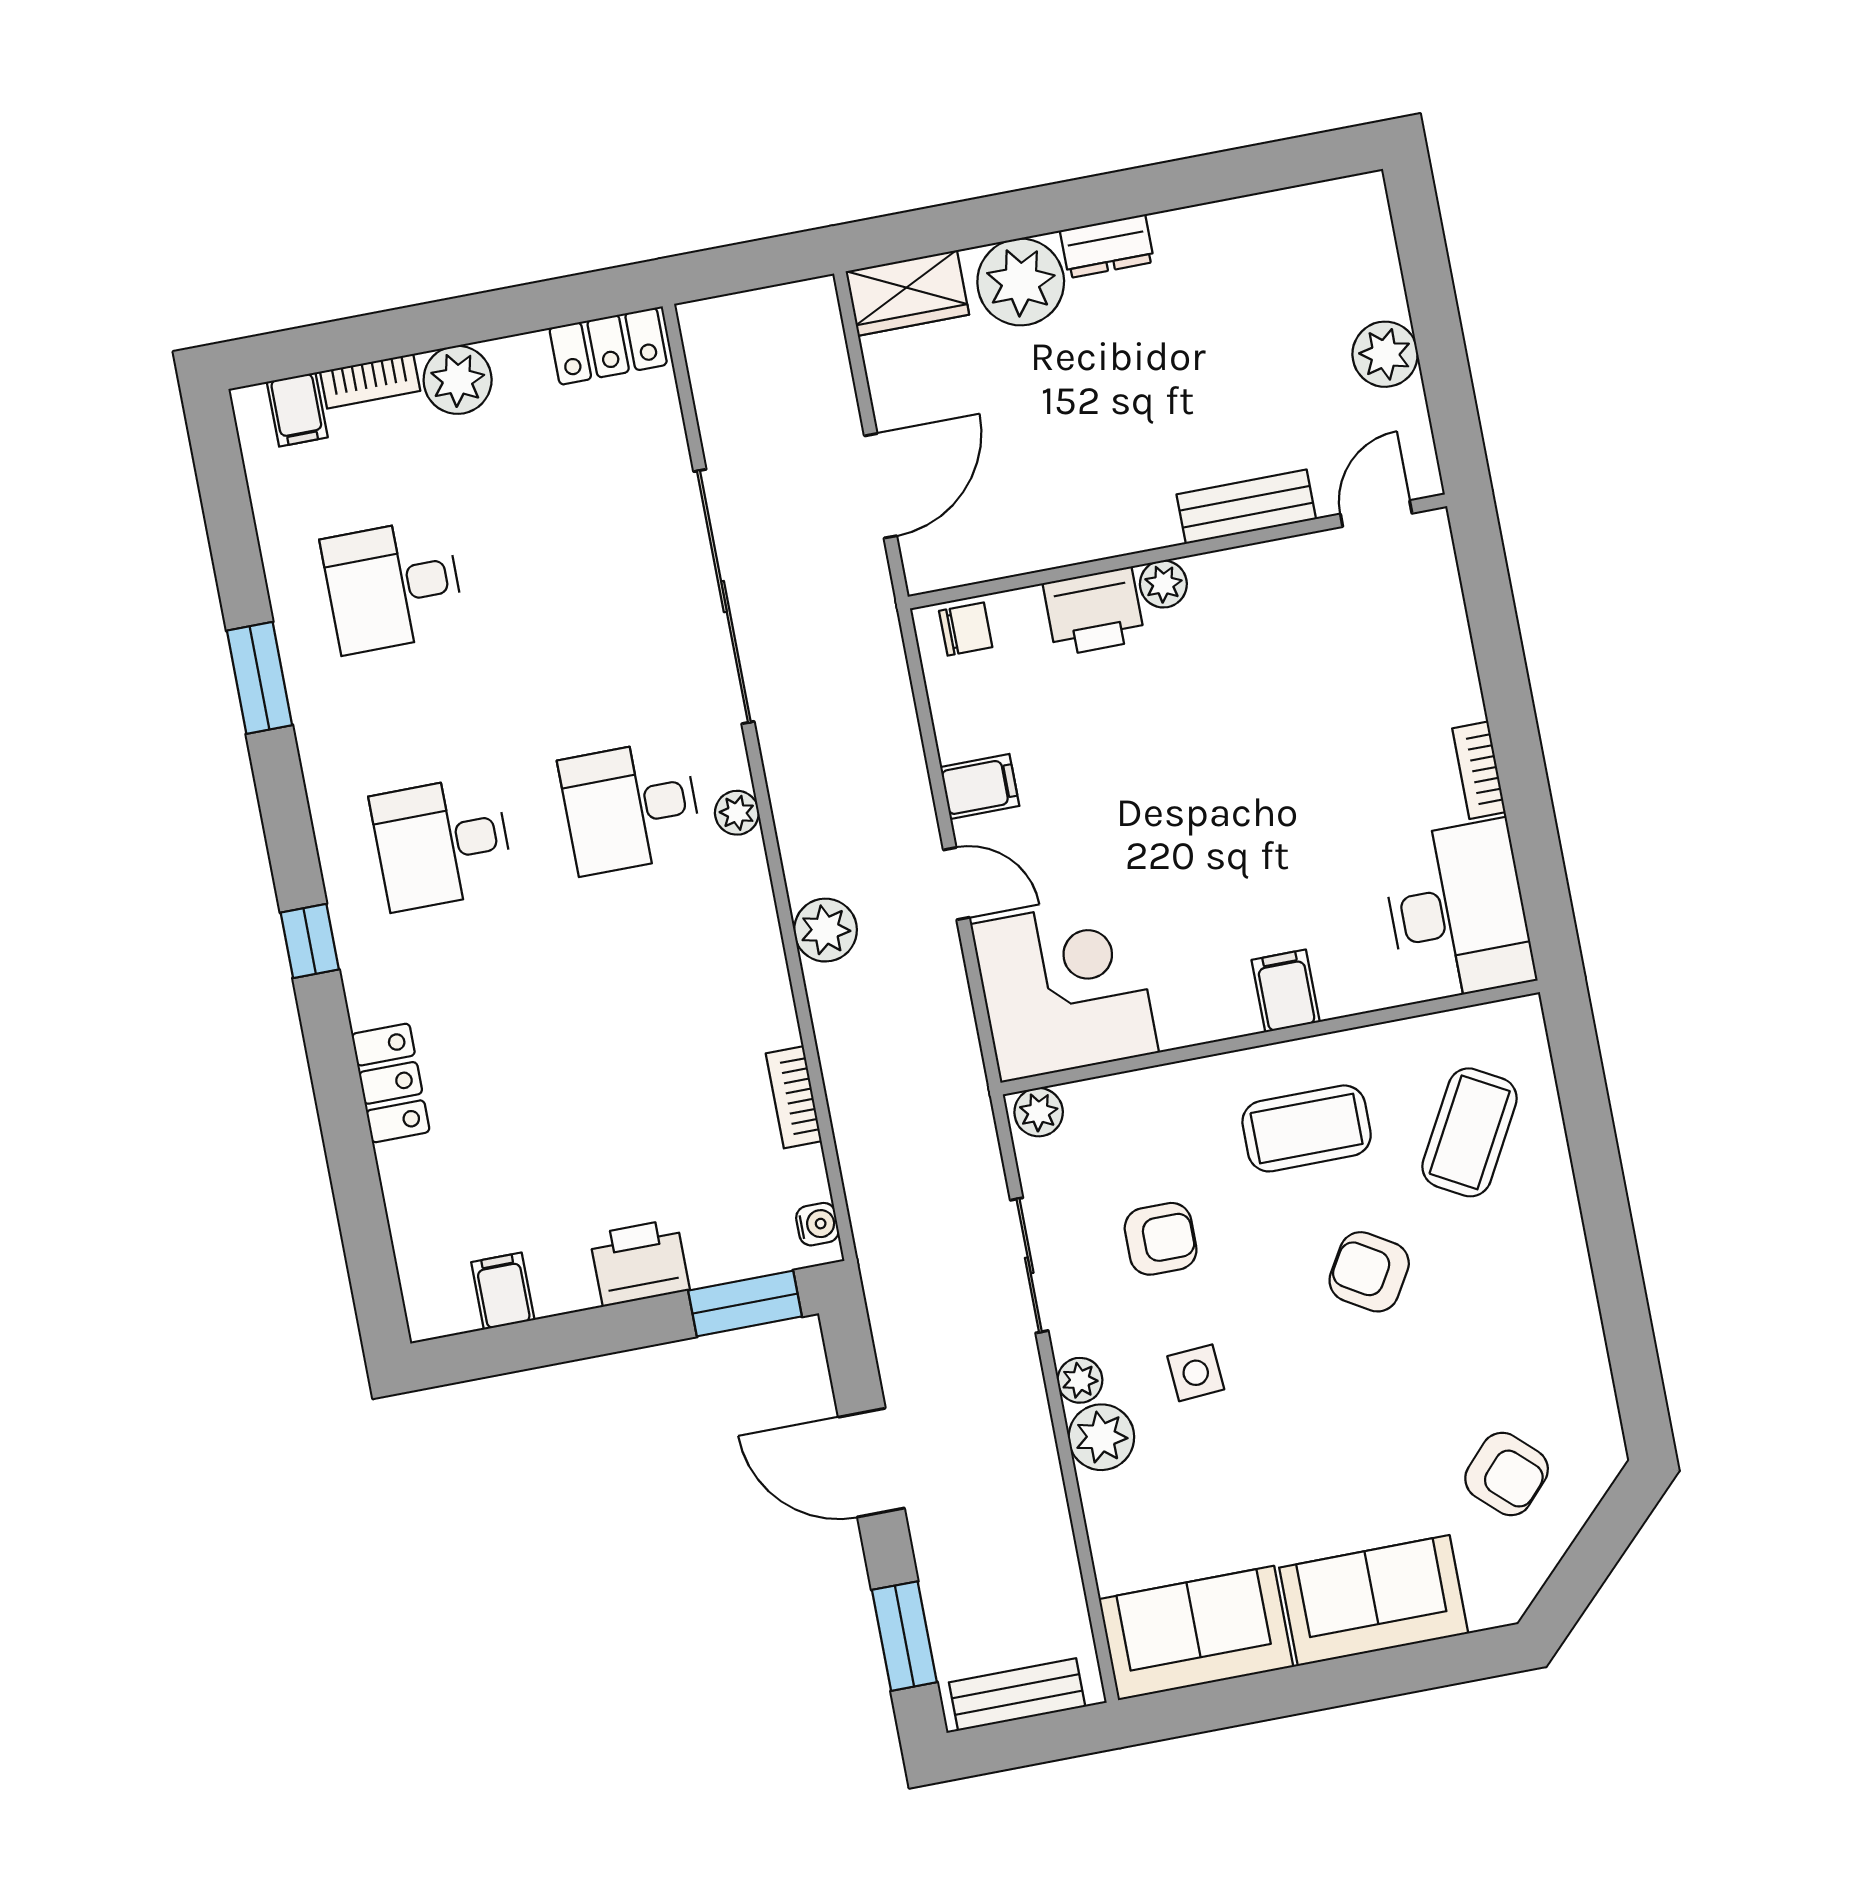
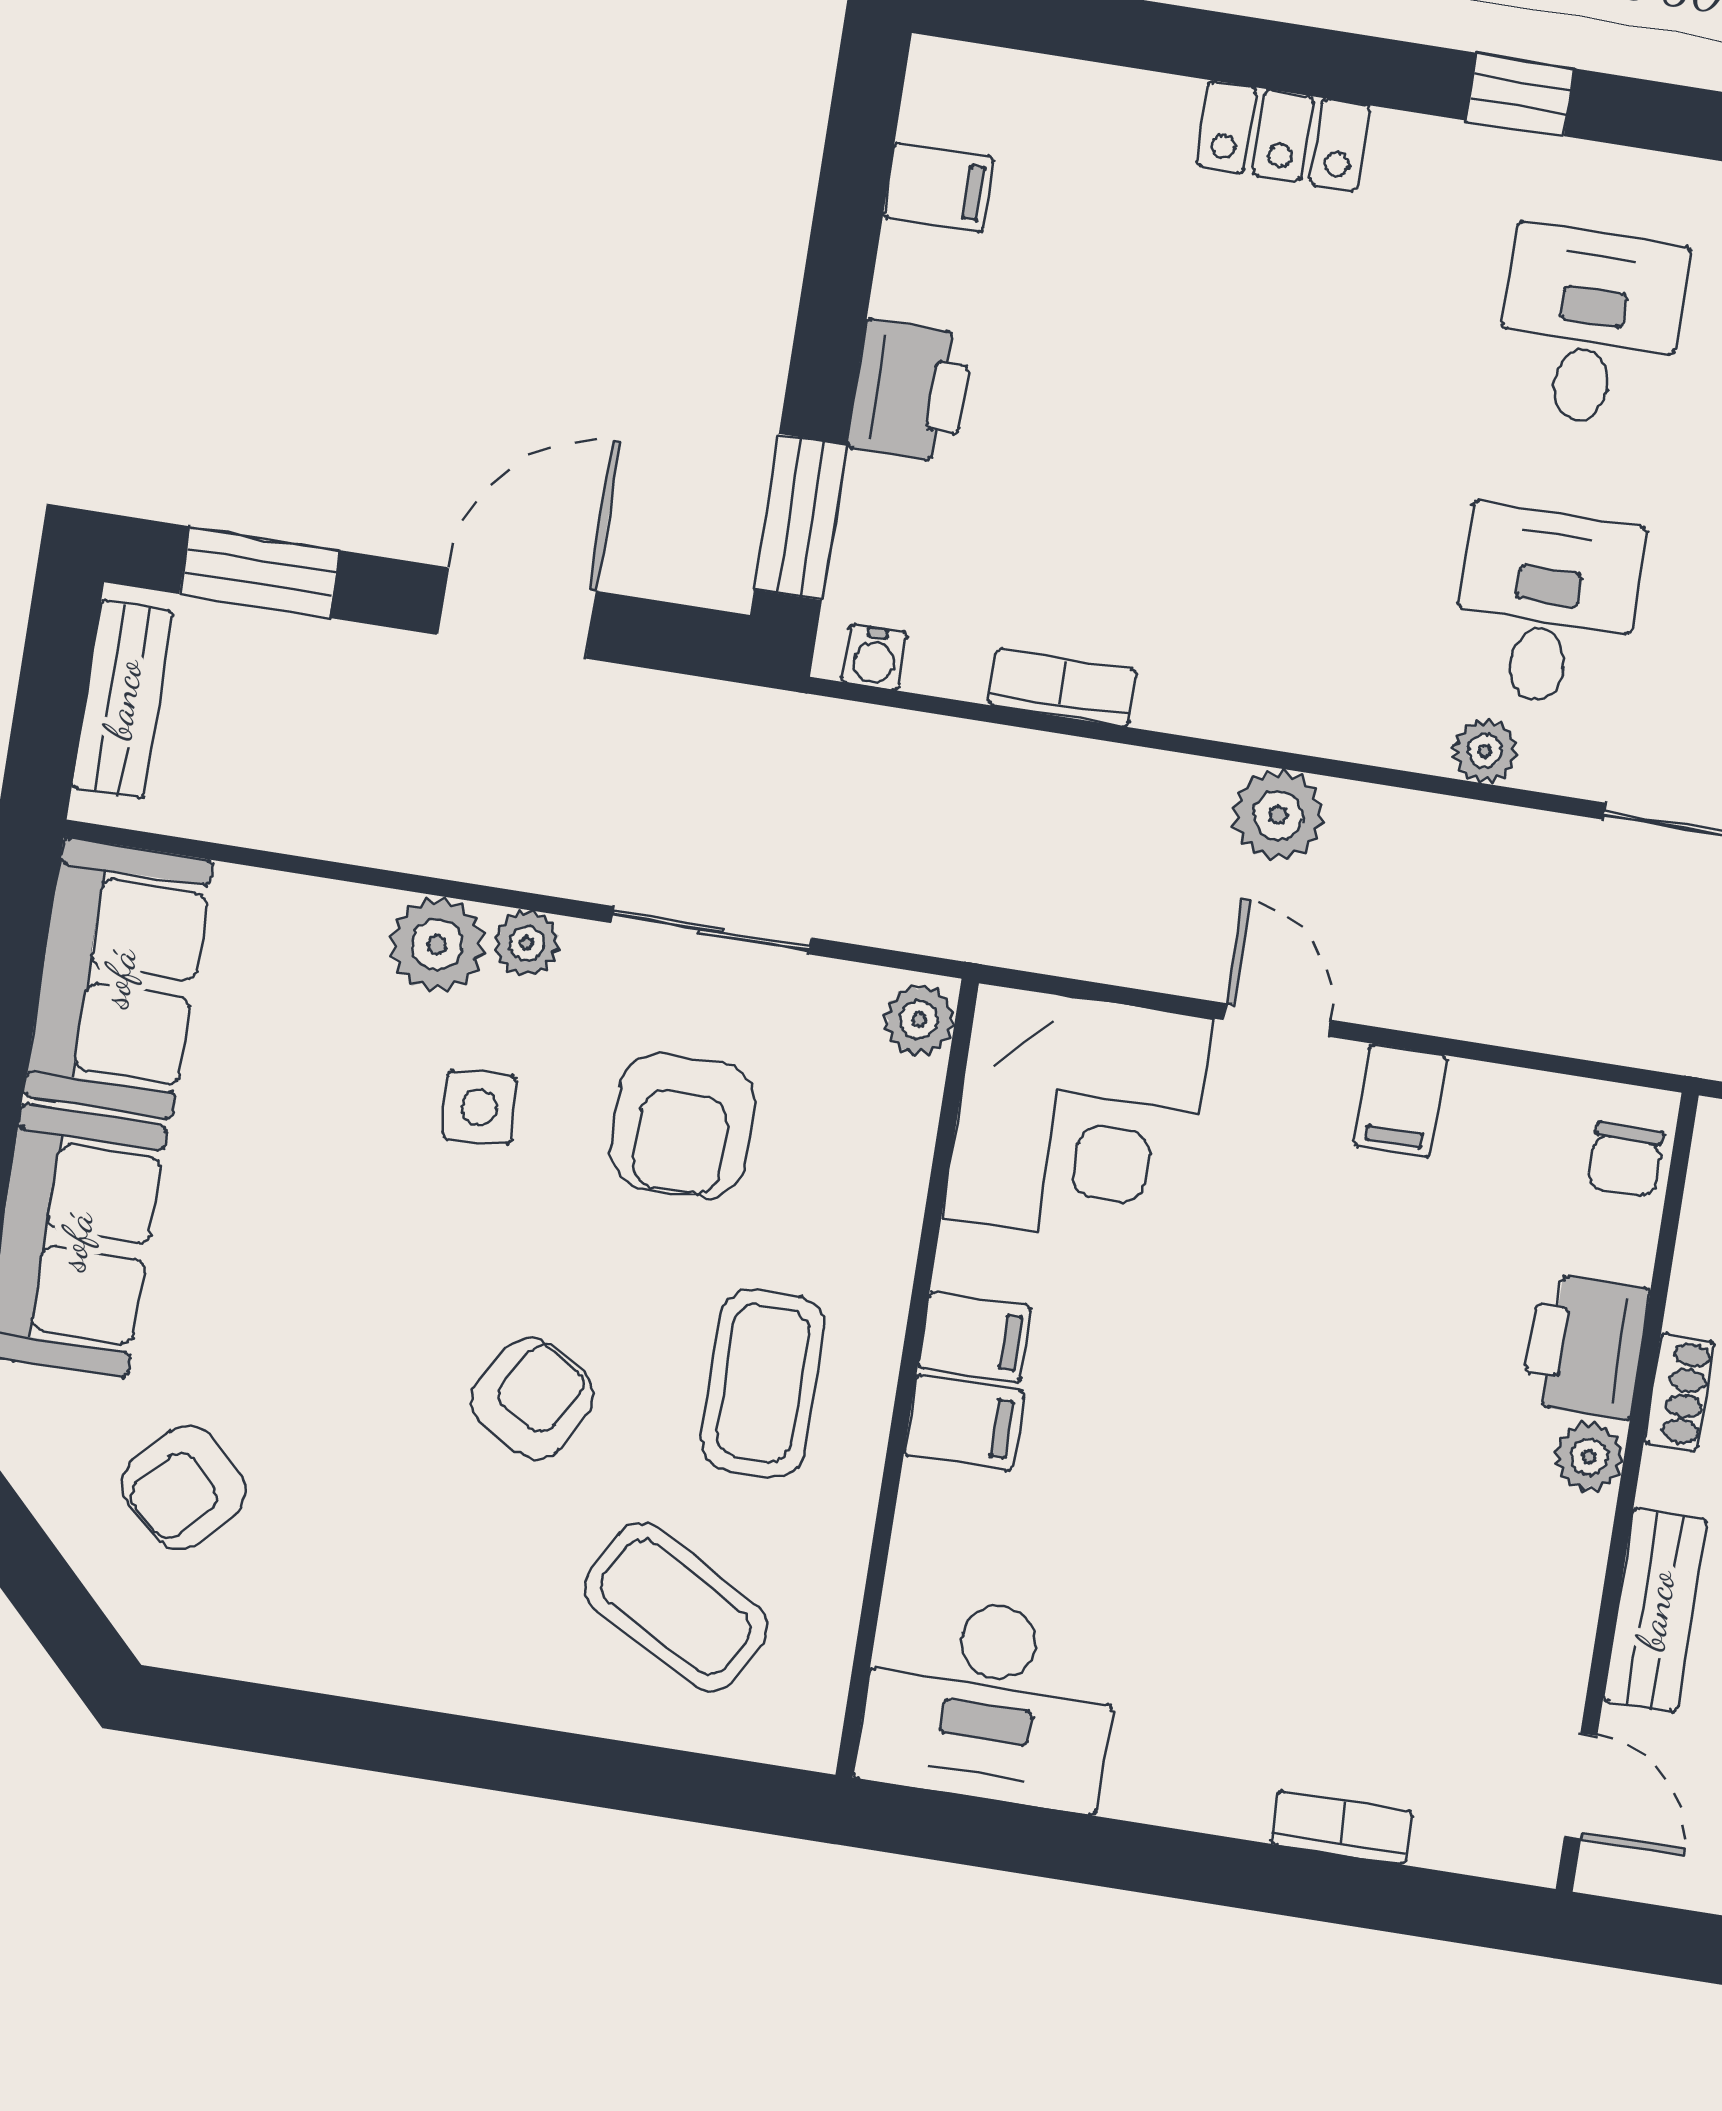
shoe rack: (1102, 541) -> (1679, 1392), added
bookcase: (1479, 770) -> (1342, 1828), moved
door: (956, 884) -> (1277, 1020), swing flipped
filing cabinet: (1228, 1004) -> (975, 1337), added
armchair: (1161, 1239) -> (683, 1126), width x1.38, depth x1.38

